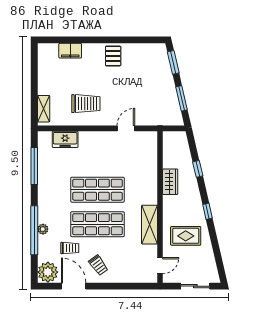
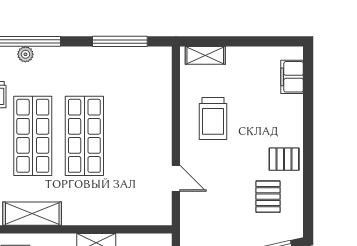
filing cabinet: (70, 51) -> (292, 77), moved
pallet: (138, 67) -> (268, 197), added
freezer: (65, 139) -> (160, 88), removed

